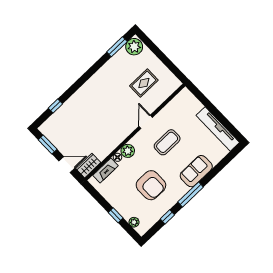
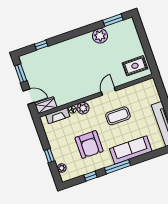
plant: (134, 47) -> (100, 36), moved
rug: (144, 83) -> (135, 66), moved
sofa: (196, 171) -> (131, 150), width x1.36

